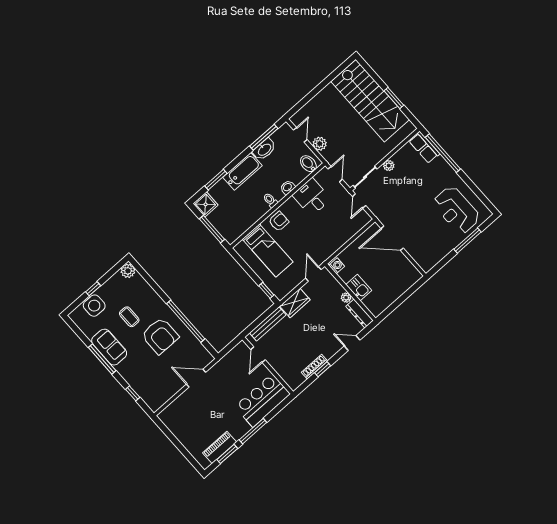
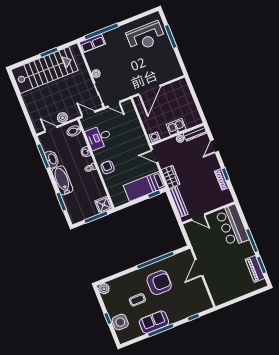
shower: (206, 204) -> (103, 205), moved
bed: (268, 250) -> (144, 186), moved, turned 180

